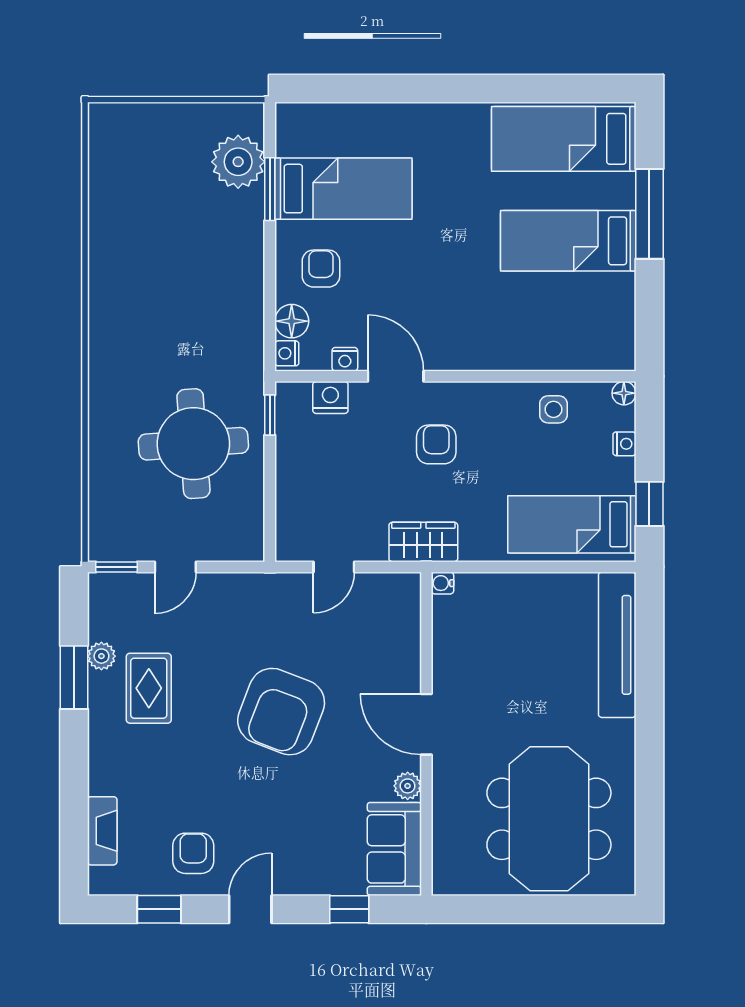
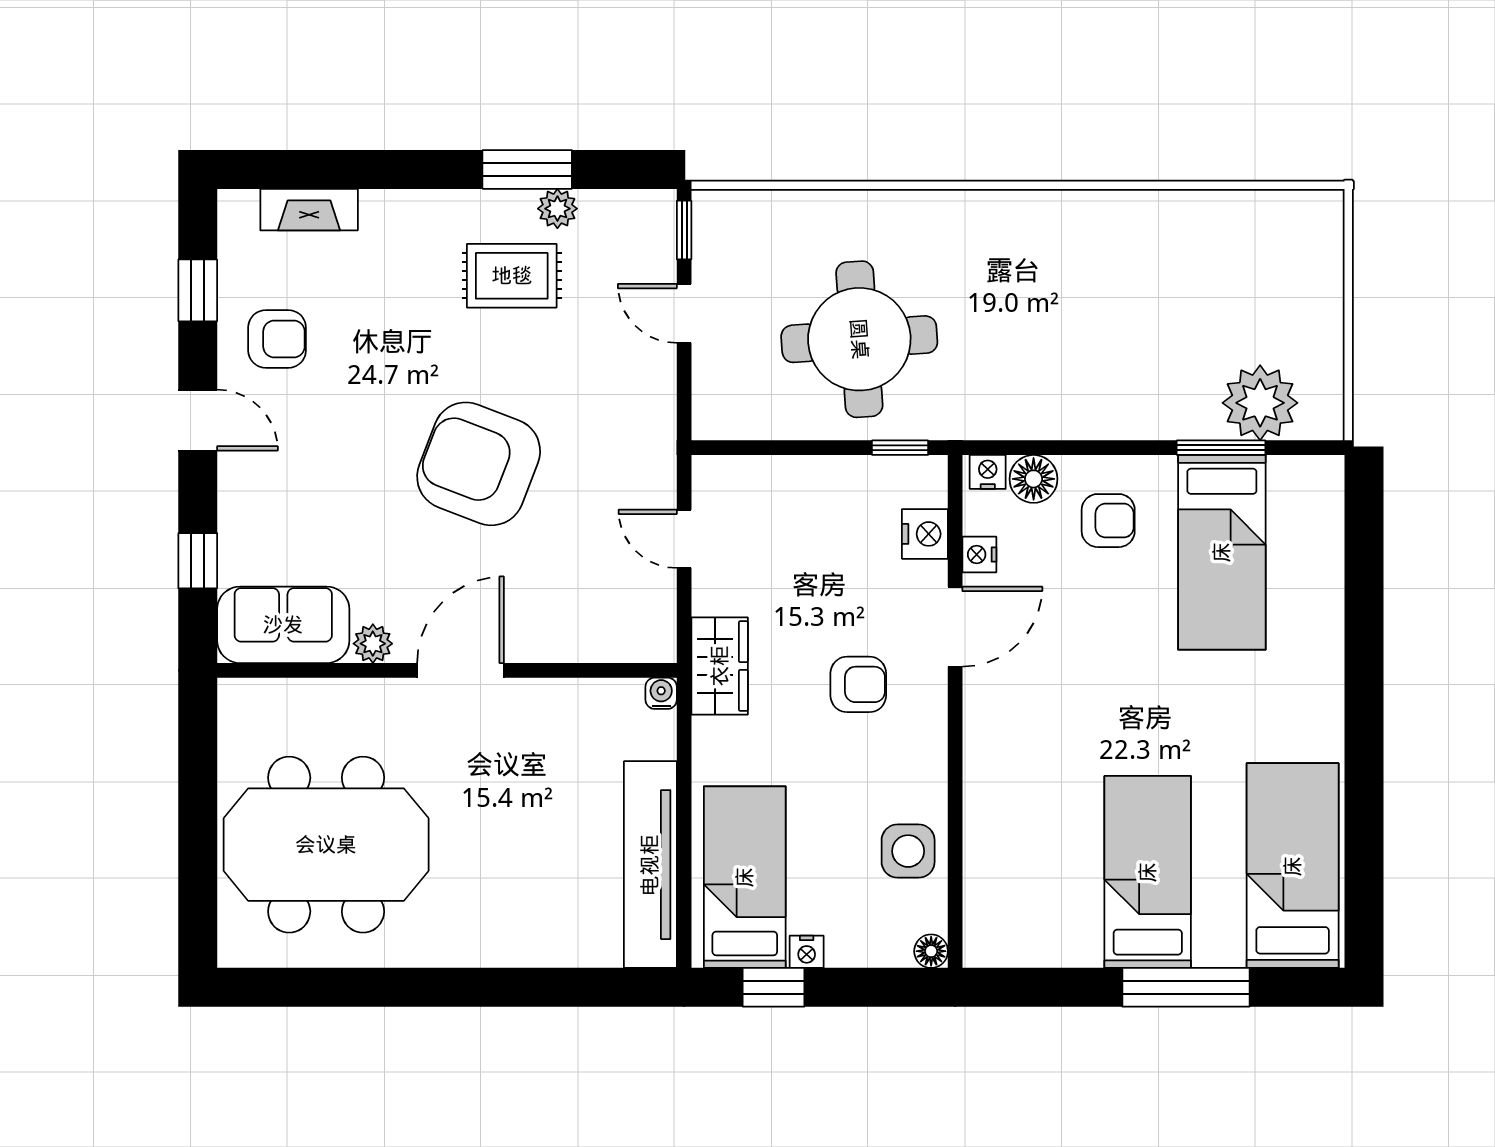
side table: (553, 409) -> (908, 851), width x1.37, depth x1.37
nightstand: (624, 444) -> (807, 952), moved
tv unit: (617, 645) -> (650, 865), moved, turned -90

